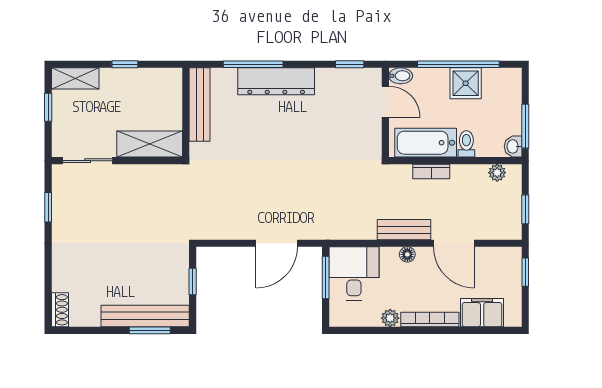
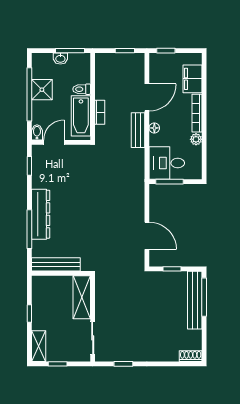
washbasin: (513, 146) -> (60, 58), moved
plant: (497, 173) -> (101, 69), removed
door: (277, 243) -> (147, 236), moved
window: (150, 330) -> (204, 297), width x1.44

